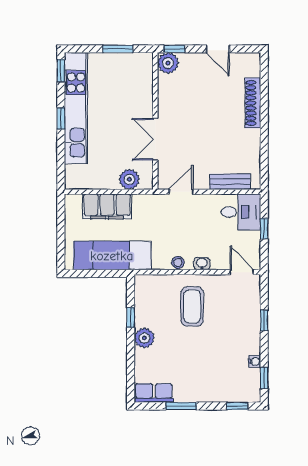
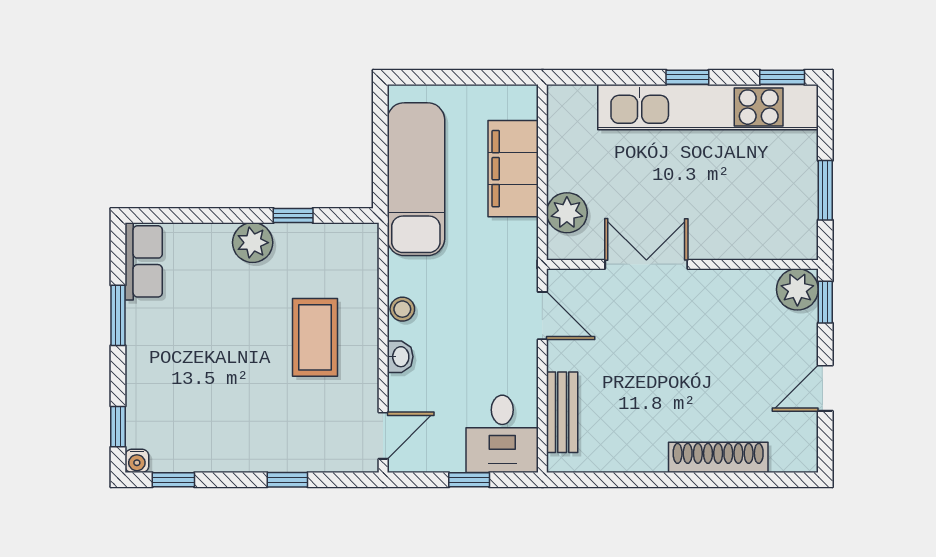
coffee table: (192, 306) -> (315, 337), turned 90
water cooler: (255, 361) -> (137, 461), moved

